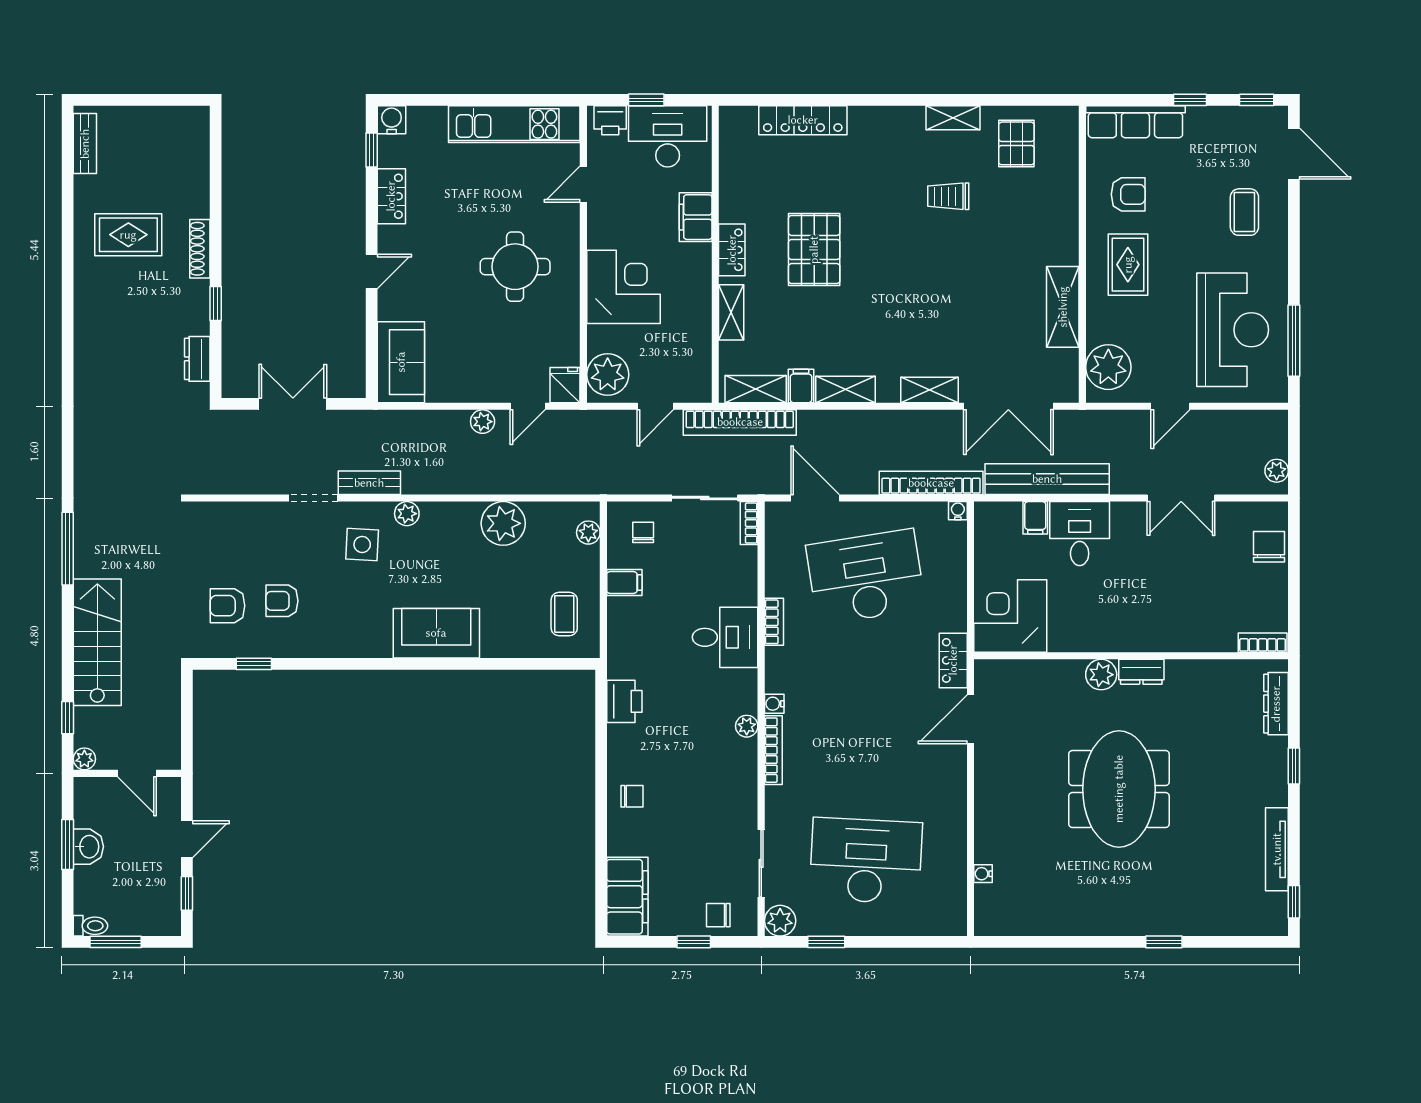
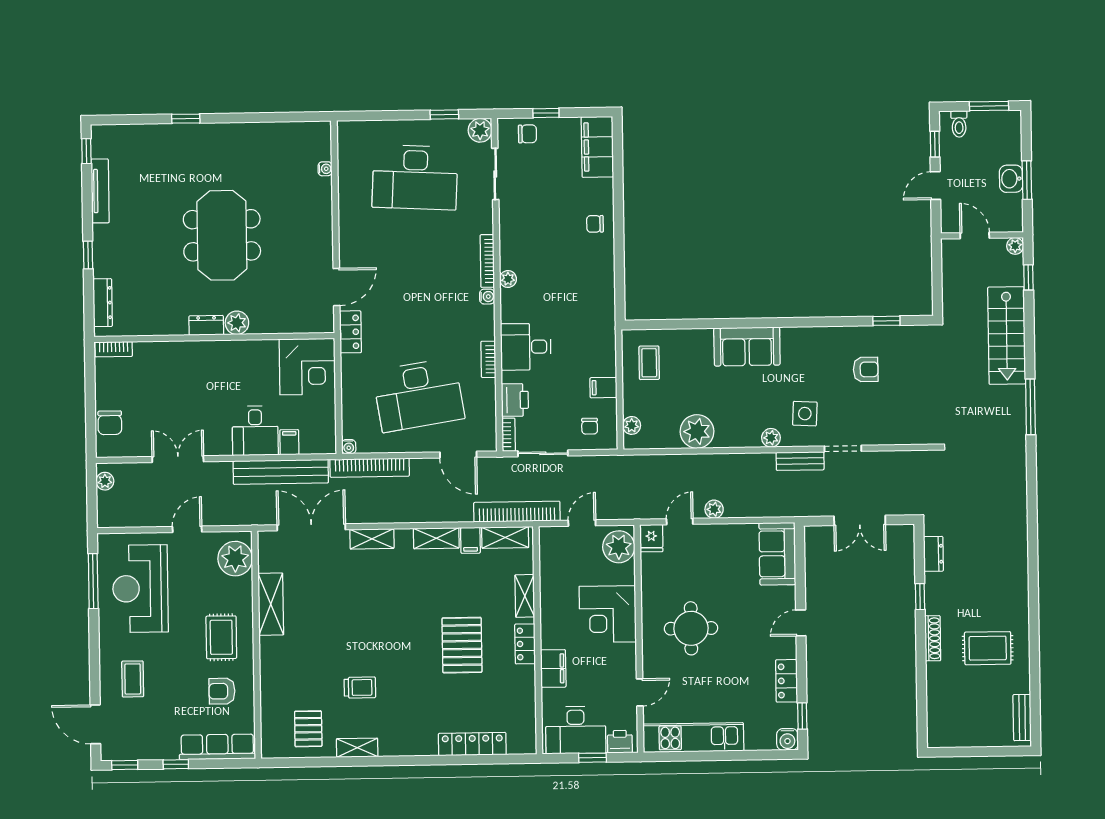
armchair: (228, 606) -> (907, 365), removed
printer: (624, 701) -> (515, 400), moved, turned 180
toilet: (90, 926) -> (959, 124), moved, turned -90

